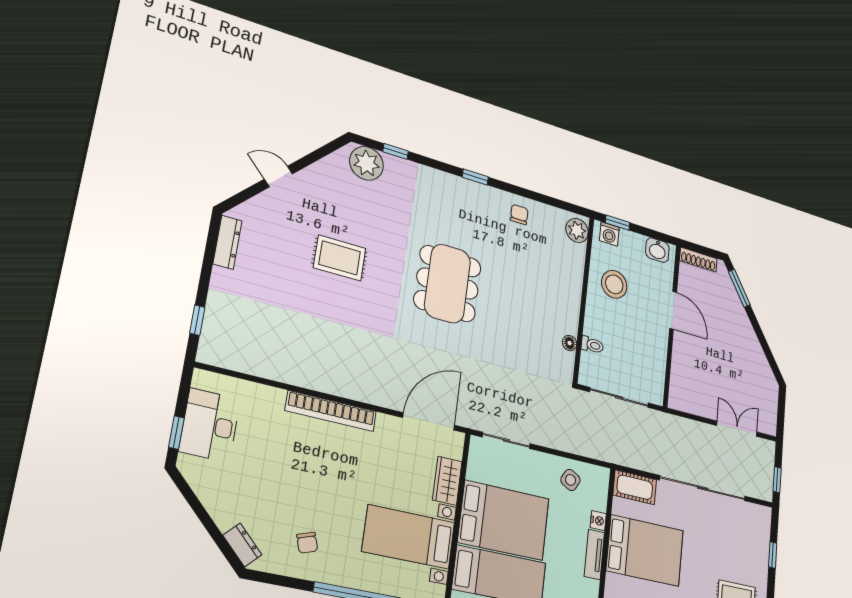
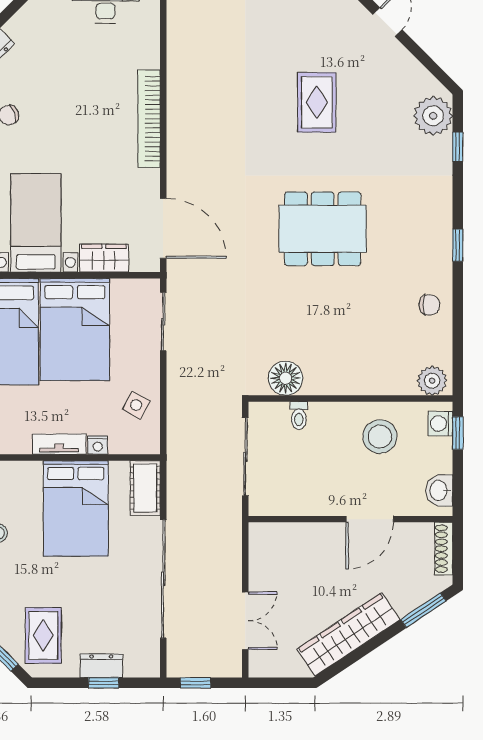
floor lamp: (570, 343) -> (286, 378), width x1.89, depth x1.89
wardrobe: (752, 350) -> (348, 634), added
dresser: (761, 554) -> (101, 666), added

